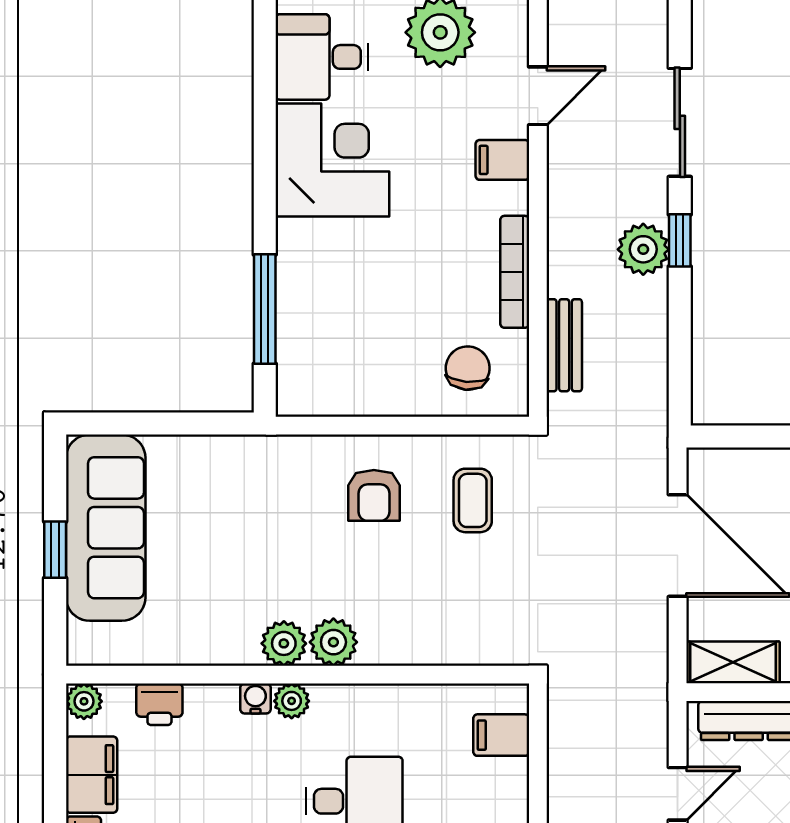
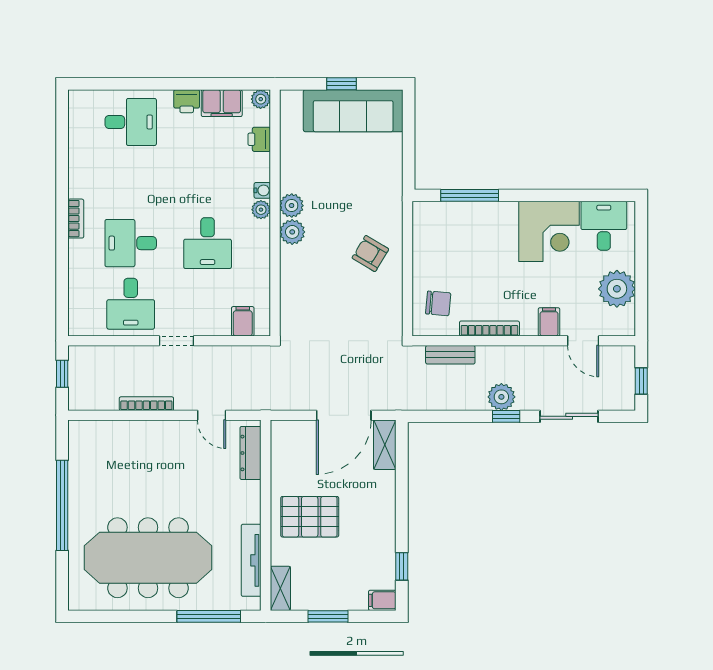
armchair: (374, 495) -> (370, 254), turned 31
coffee table: (473, 500) -> (368, 306), removed
shelving: (733, 662) -> (385, 445), moved

